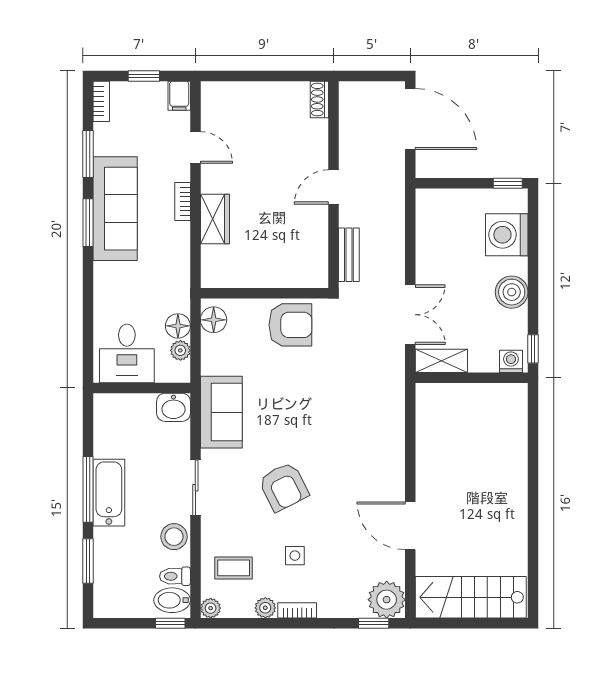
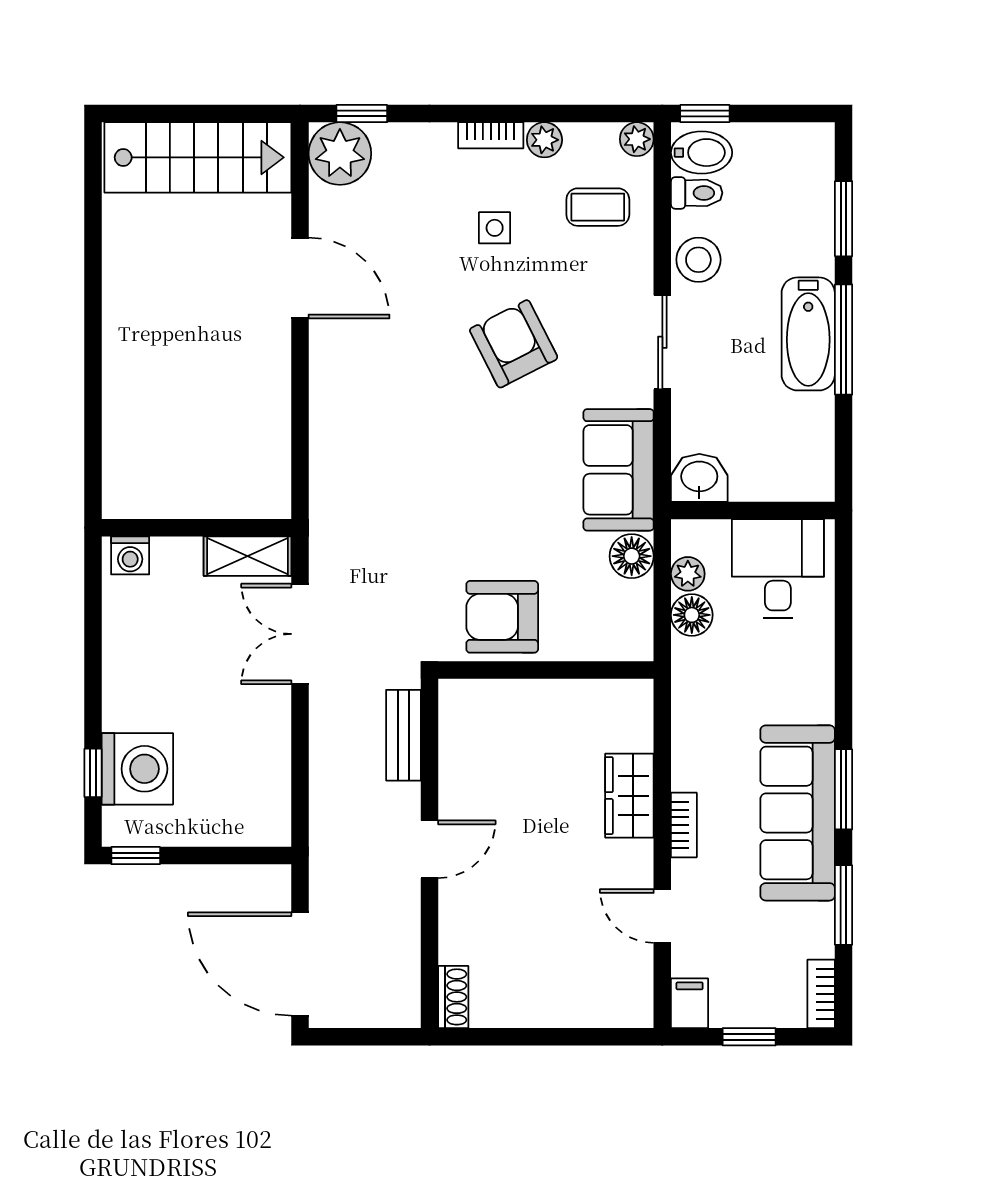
boiler: (512, 292) -> (129, 672), removed
floor lamp: (214, 320) -> (632, 556), moved
window: (533, 349) -> (93, 773), moved

